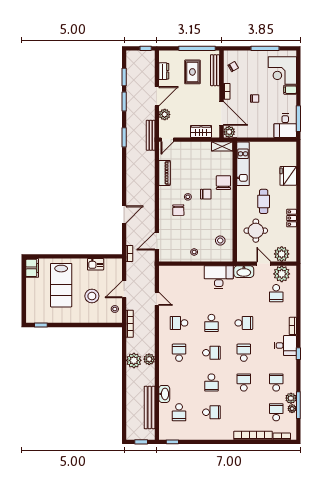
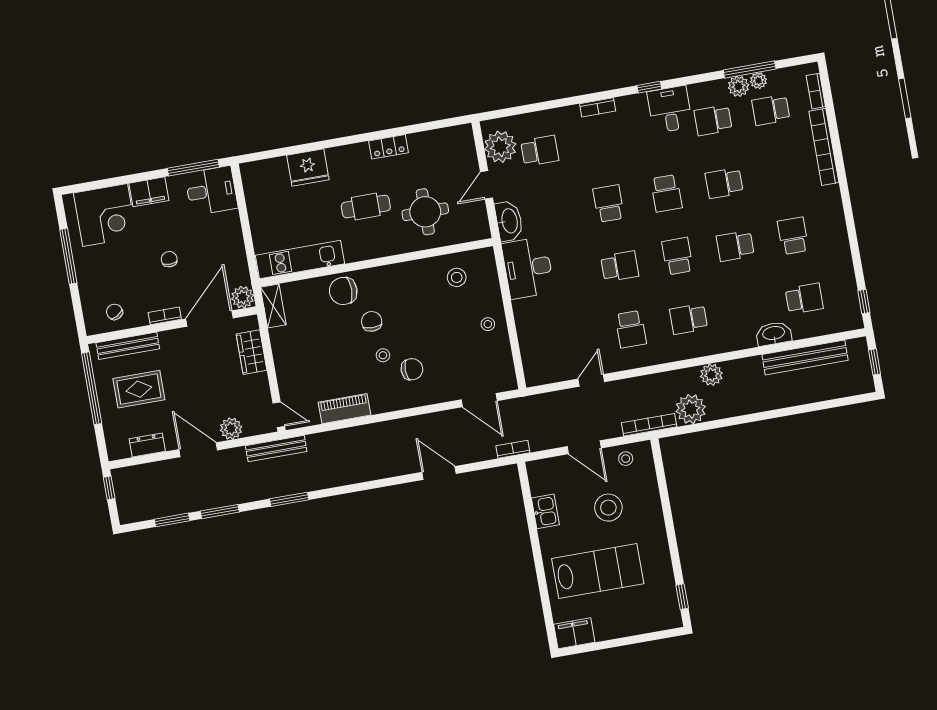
filing cabinet: (290, 90) -> (149, 192), width x2.00
plant: (282, 254) -> (462, 154), removed
desk: (285, 345) -> (670, 109), moved
school desk: (244, 353) -> (666, 193), turned -90
plant: (134, 360) -> (691, 409), moved
school desk: (211, 382) -> (735, 246), turned 180

